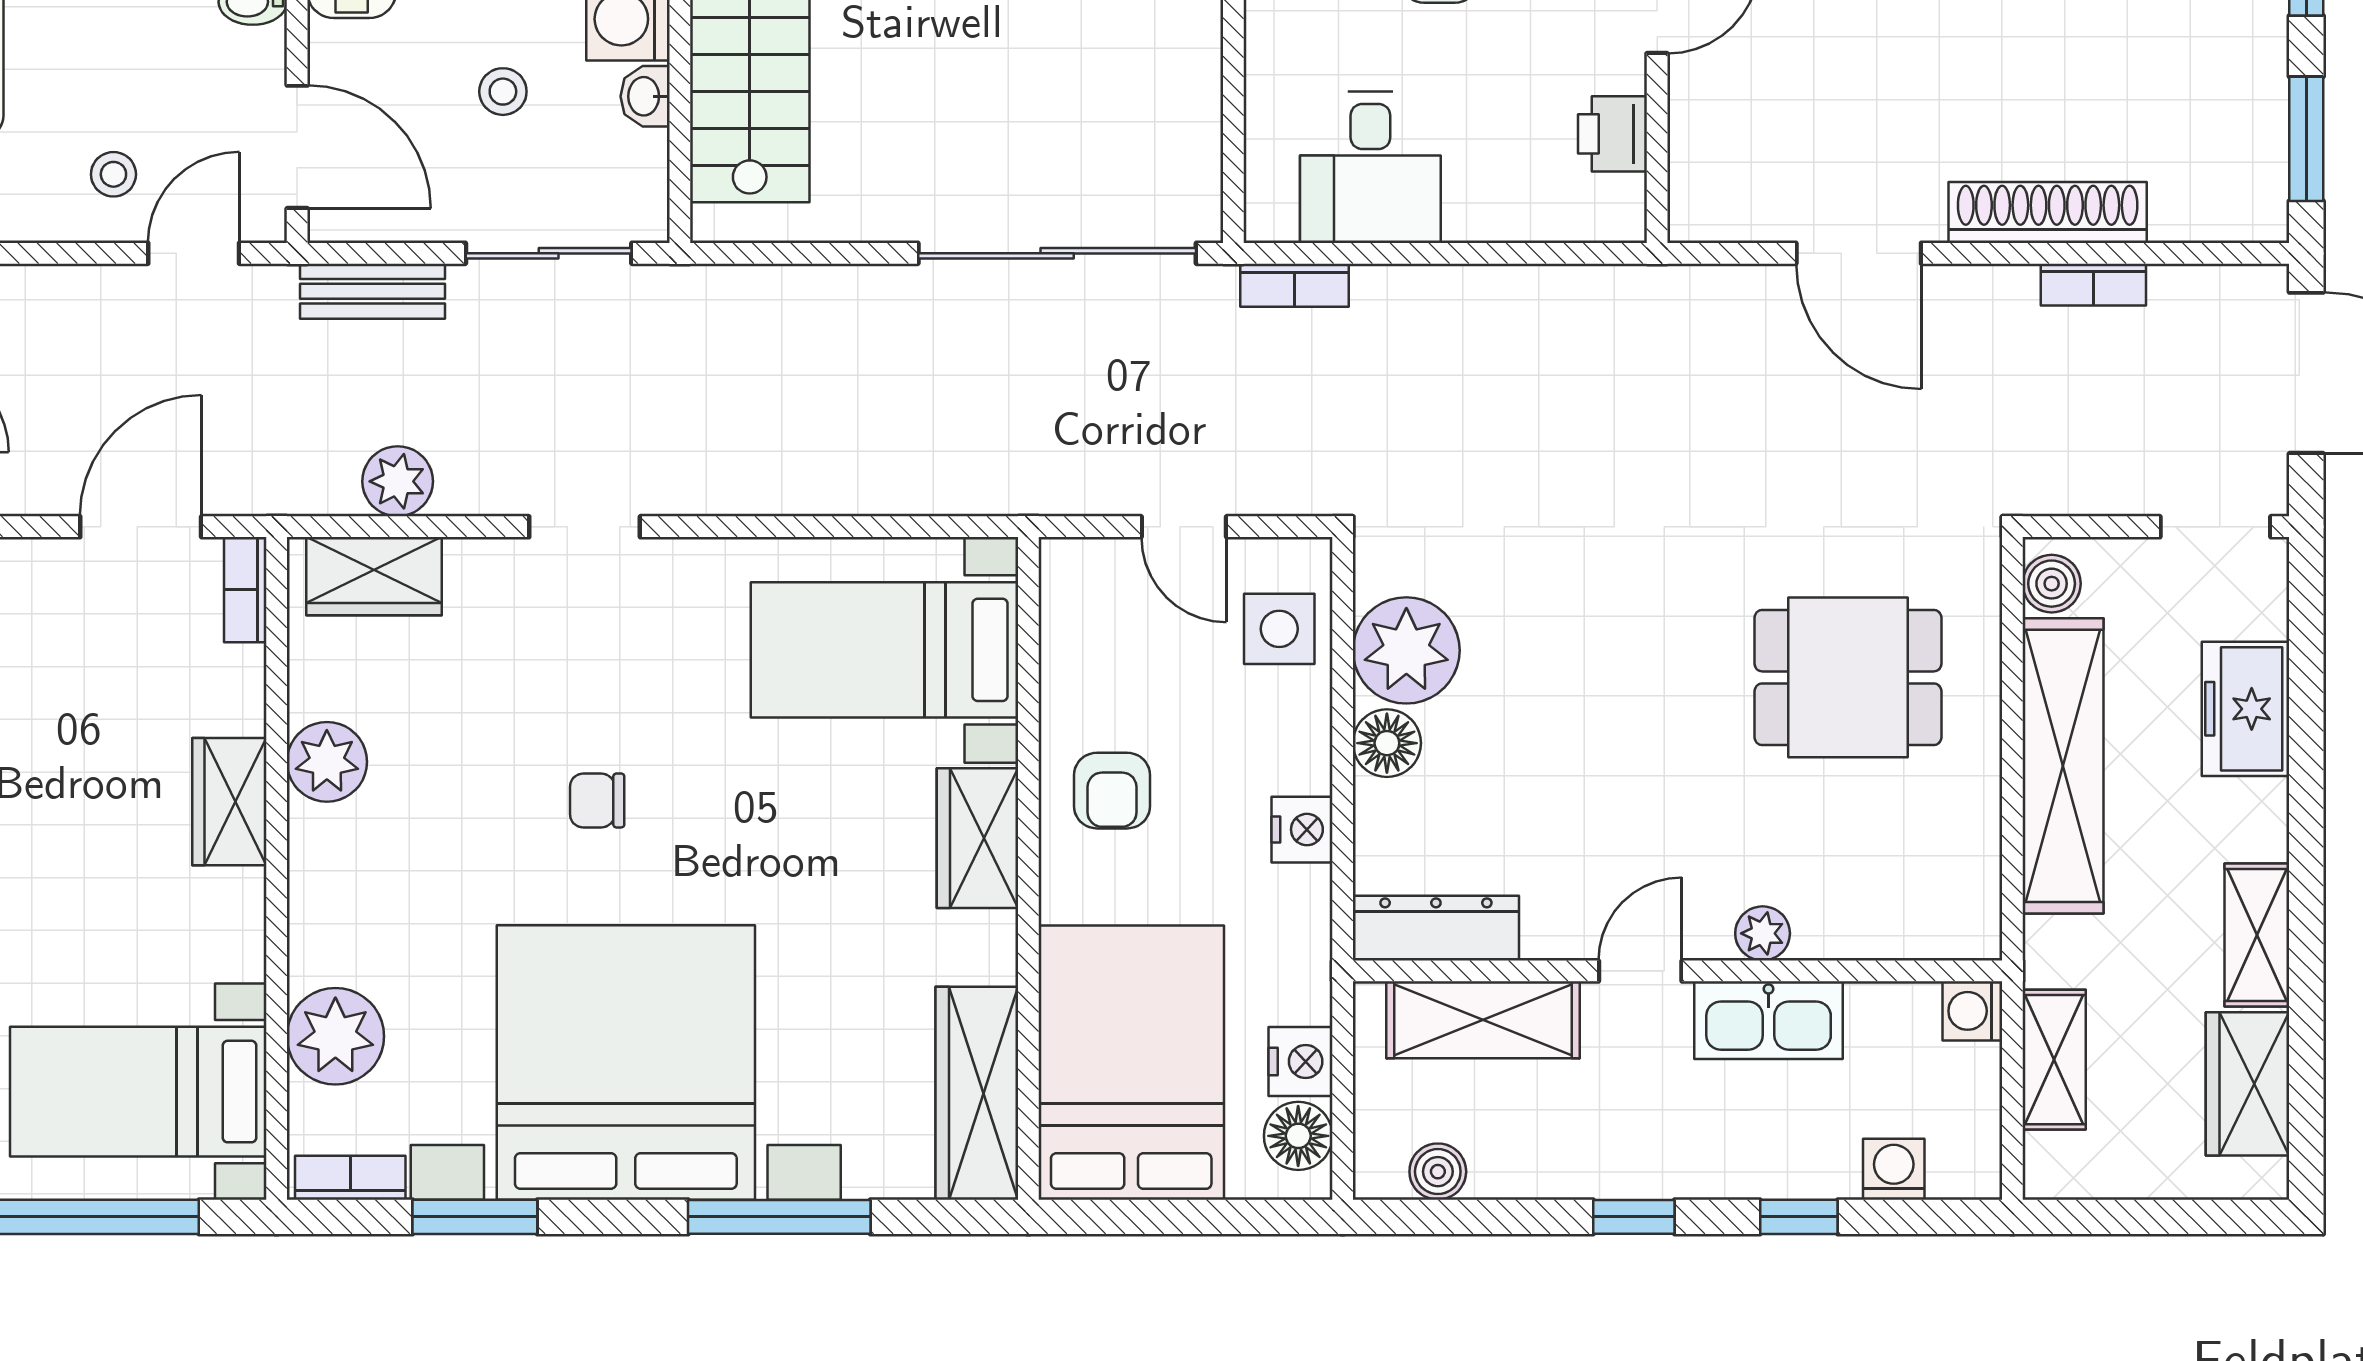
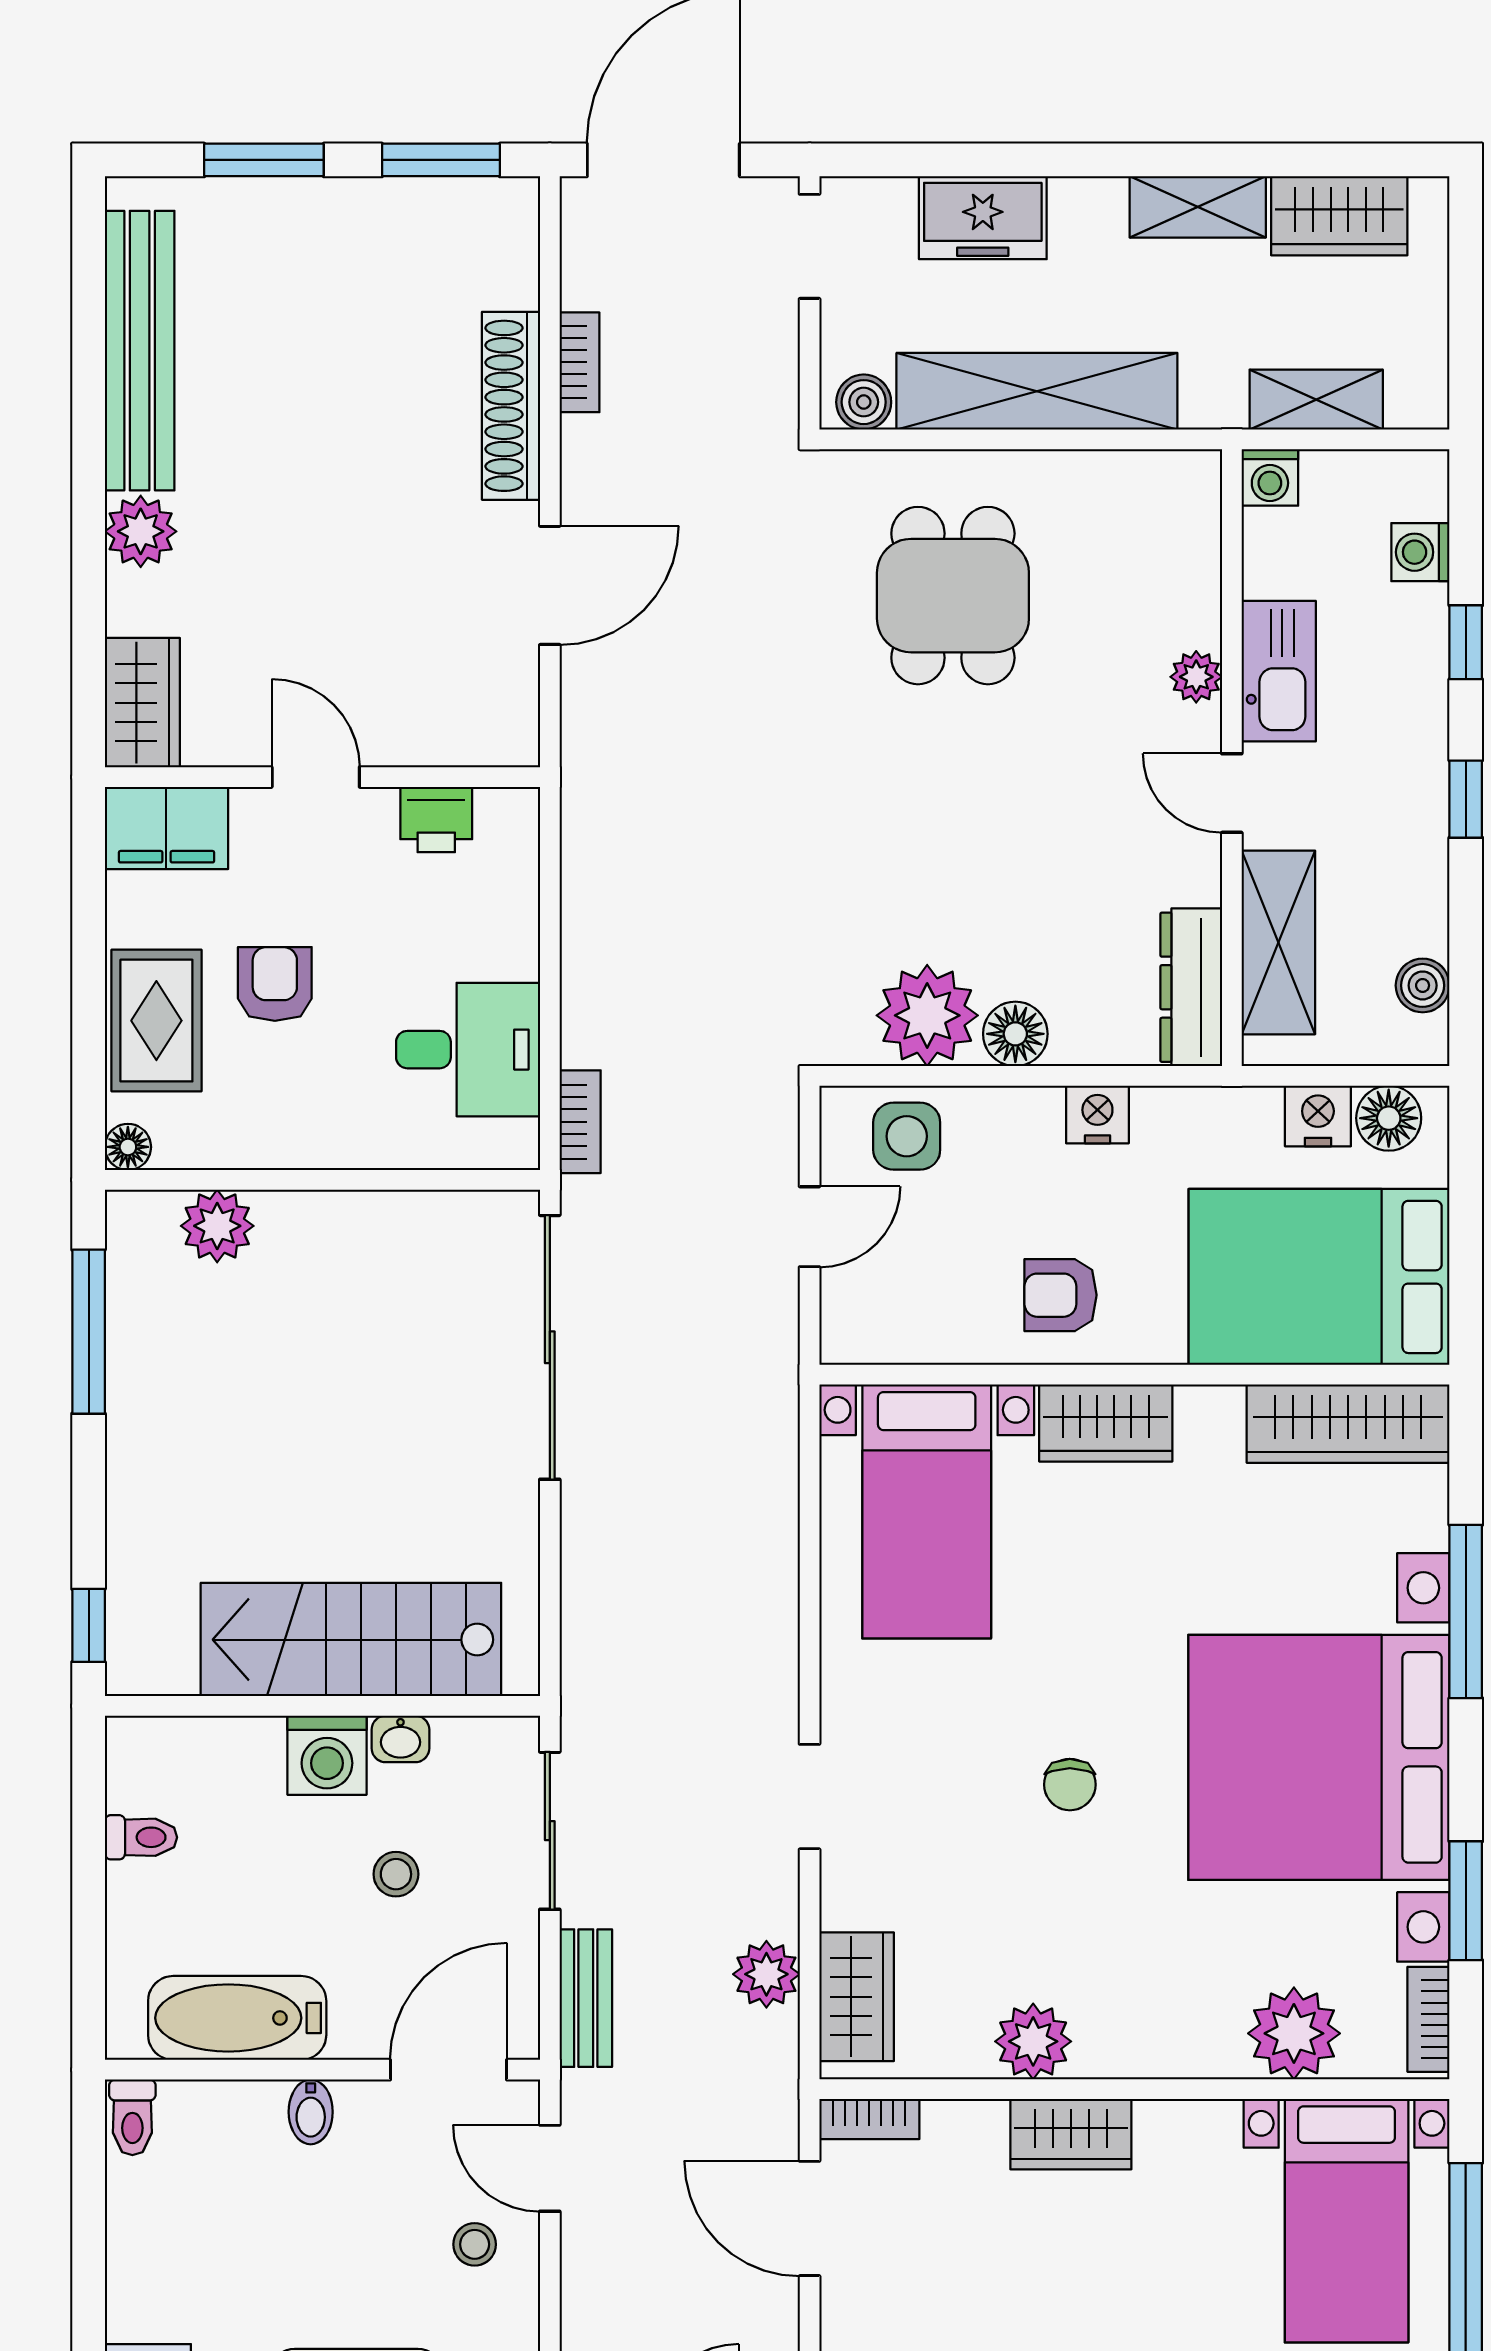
armchair: (1112, 791) -> (1060, 1295), turned 180

